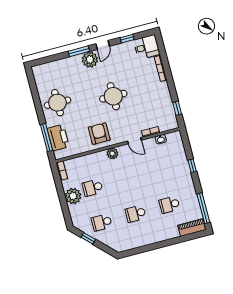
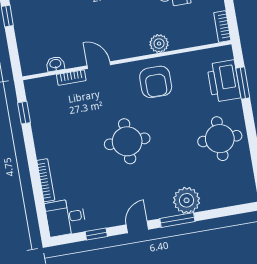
plant: (90, 60) -> (187, 200), moved
window: (46, 137) -> (243, 83), width x0.69
plant: (112, 153) -> (159, 44), moved

